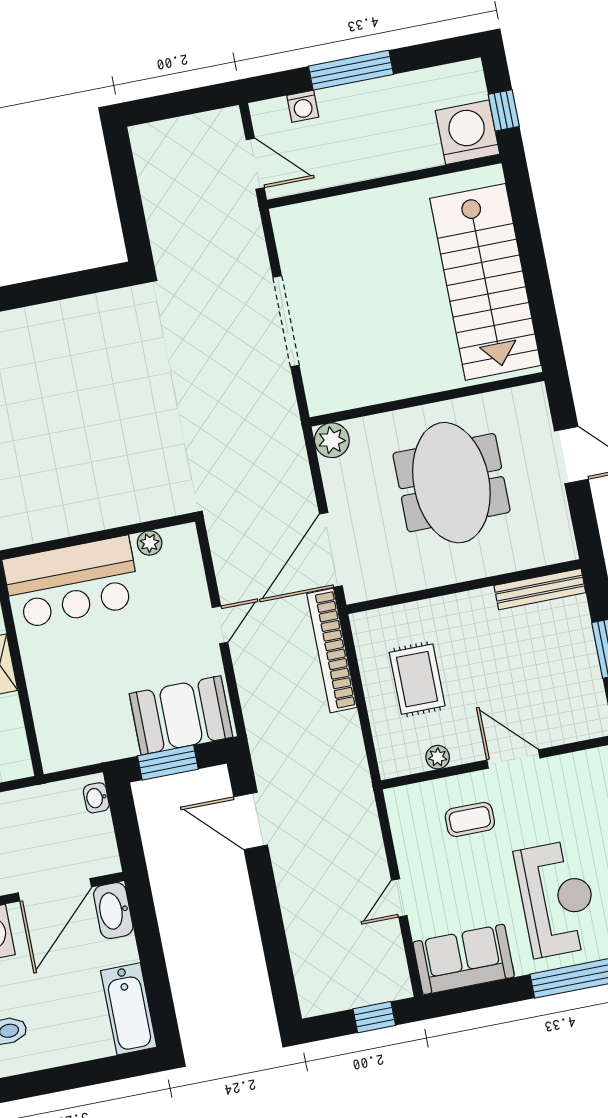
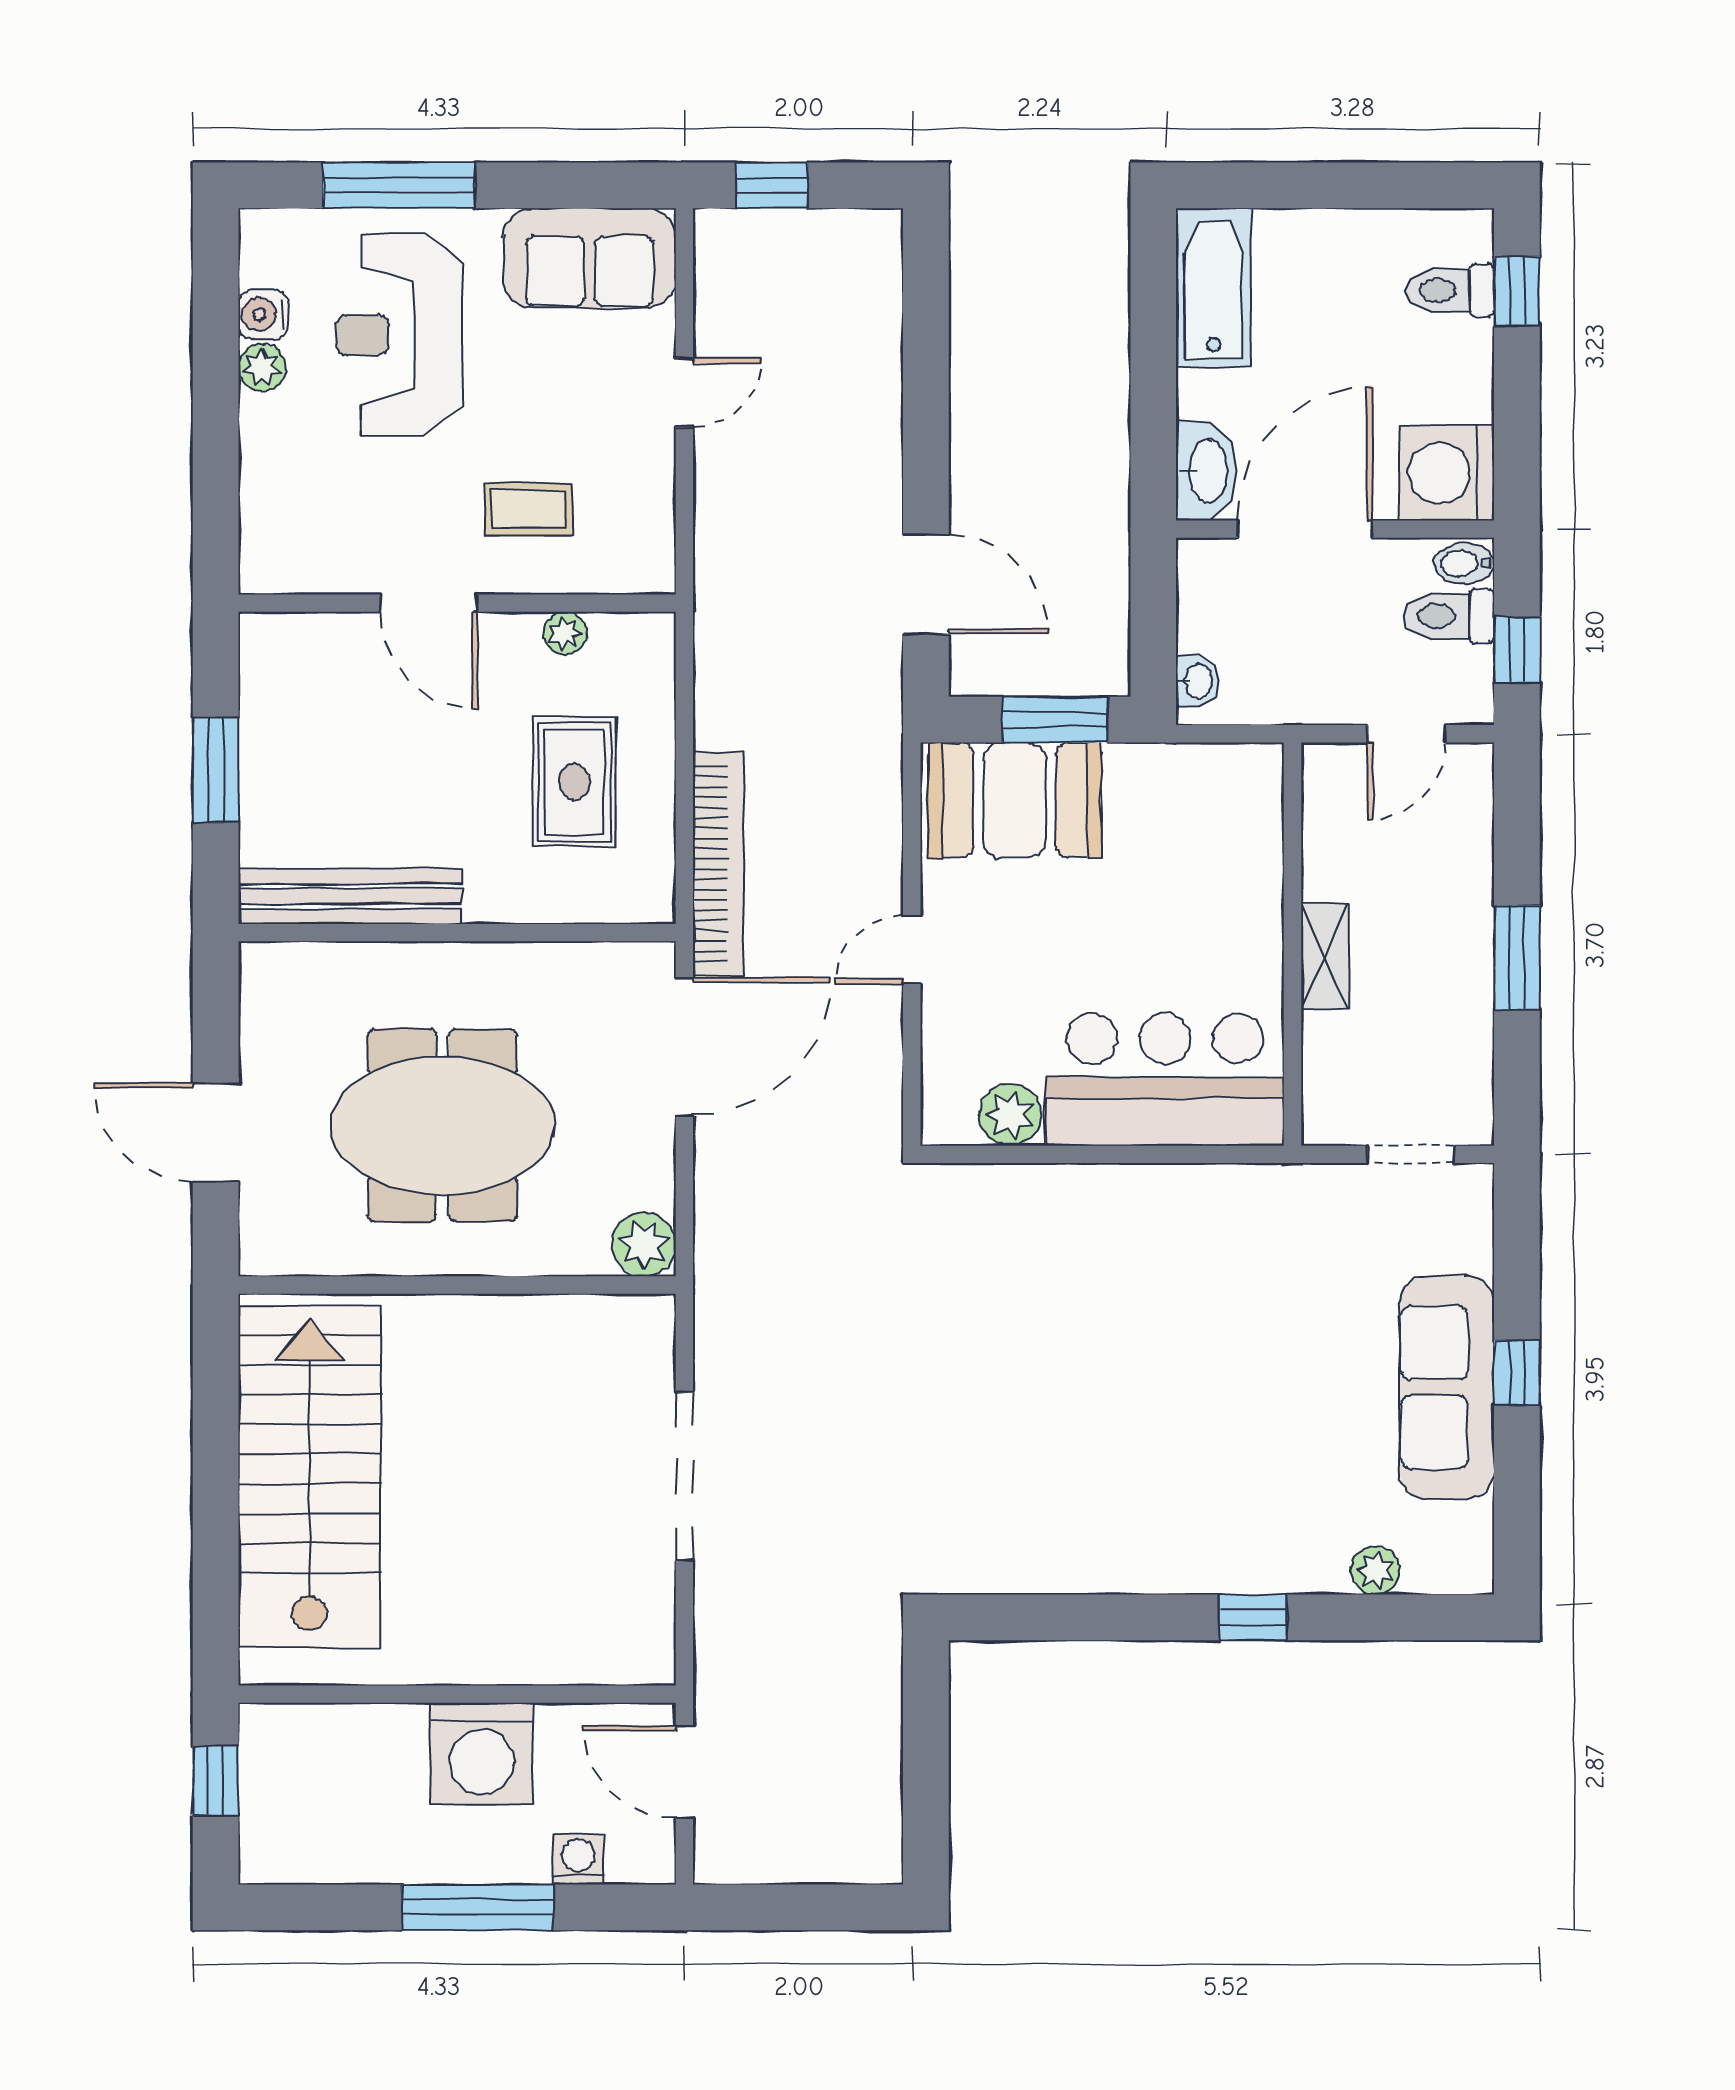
washing machine: (467, 132) -> (482, 1754), moved
meeting table: (451, 483) -> (442, 1125), turned 90
plant: (150, 543) -> (1010, 1115), width x1.38, depth x1.38
bench: (540, 589) -> (350, 896), width x1.37, depth x1.21

